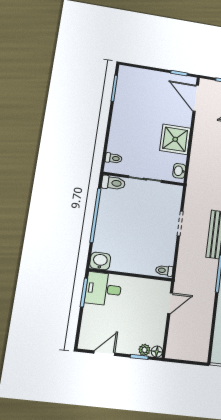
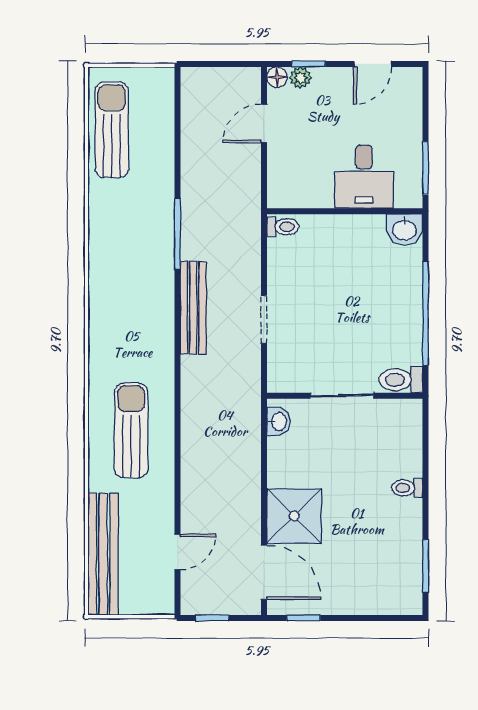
shower: (175, 139) -> (294, 516), moved
toilet: (114, 158) -> (407, 488), moved
desk: (103, 289) -> (364, 177), moved, turned 90
door: (170, 303) -> (264, 123), moved

